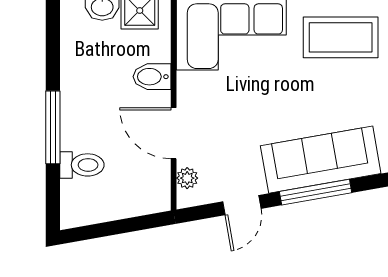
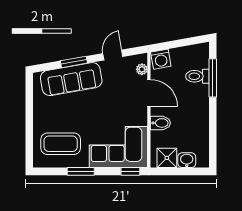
window: (53, 127) -> (213, 78), moved
window: (316, 192) -> (74, 62), width x0.69
washing machine: (151, 197) -> (161, 59), added

